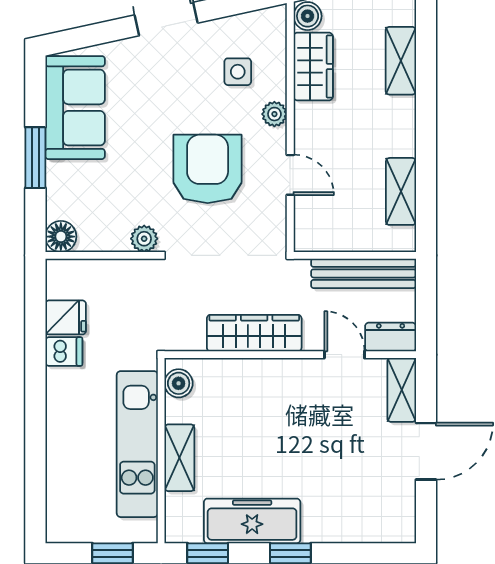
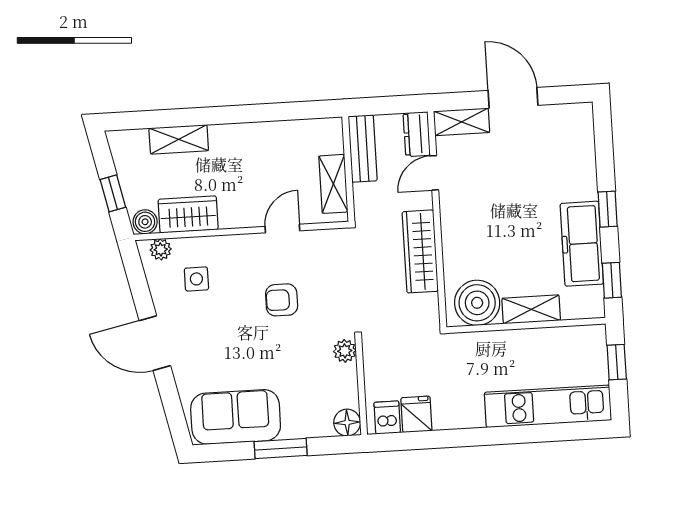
plant: (274, 114) -> (161, 249), moved
armchair: (208, 169) -> (282, 300), width x0.53, depth x0.53
shelving: (401, 191) -> (333, 184), moved, turned 90
bench: (364, 273) -> (363, 149), width x0.73
dishwasher: (64, 352) -> (387, 418), moved
boiler: (179, 383) -> (477, 303), width x1.86, depth x1.86
kitchen unit: (137, 444) -> (548, 406), moved, turned 180

